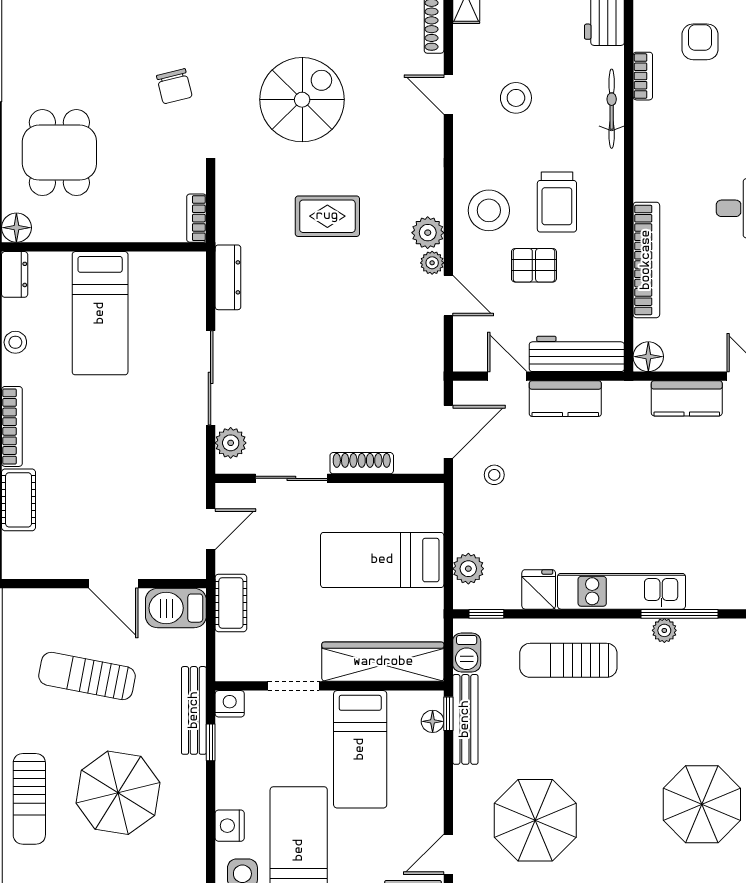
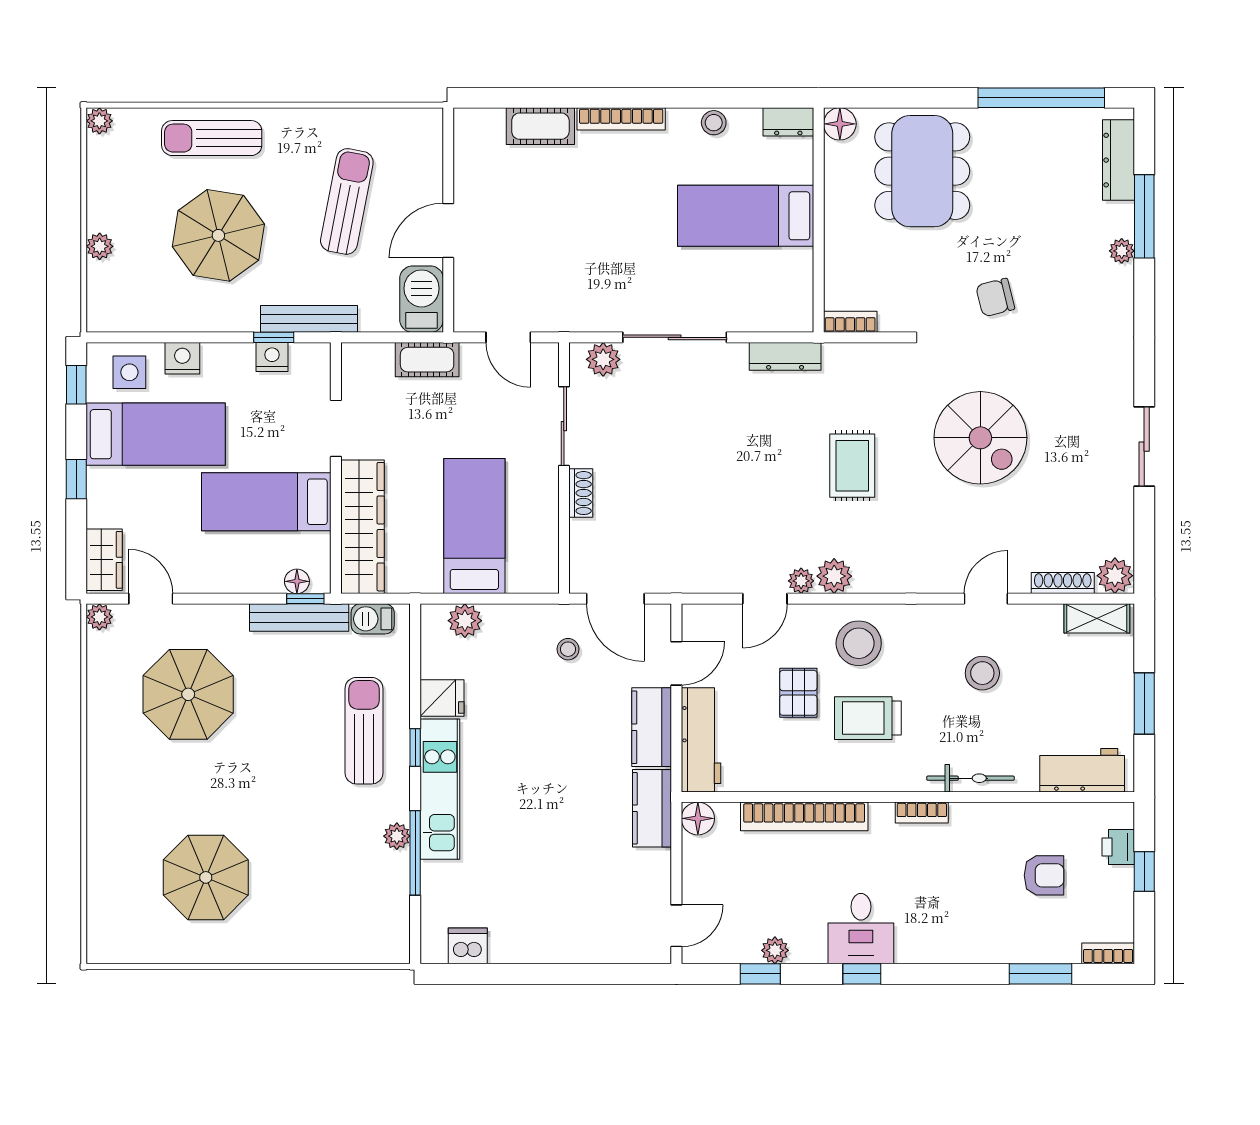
bookcase: (643, 76) -> (922, 813), moved
dining table: (59, 153) -> (922, 171), width x1.38
kitchen counter: (687, 398) -> (652, 808), moved
shoe rack: (362, 463) -> (581, 493), width x0.70
window: (486, 614) -> (415, 748), moved
nightstand: (230, 704) -> (272, 357), moved, turned -90

